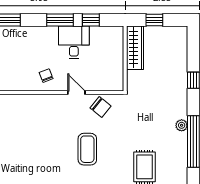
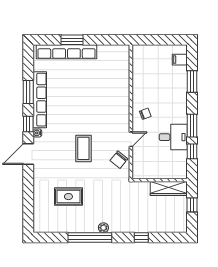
coffee table: (87, 149) -> (83, 148), turned 90

